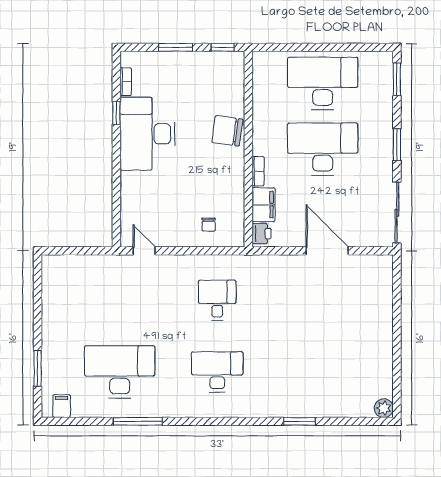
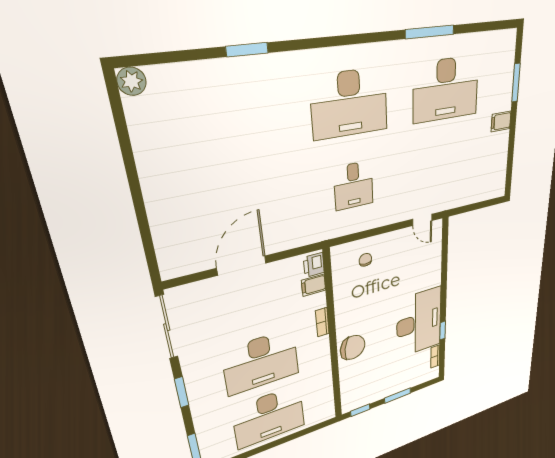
filing cabinet: (264, 205) -> (314, 285), width x0.50
door: (327, 251) -> (242, 266), swing flipped
desk: (217, 372) -> (350, 103), width x1.36, depth x1.30
filing cabinet: (62, 406) -> (501, 121), moved, turned 90

